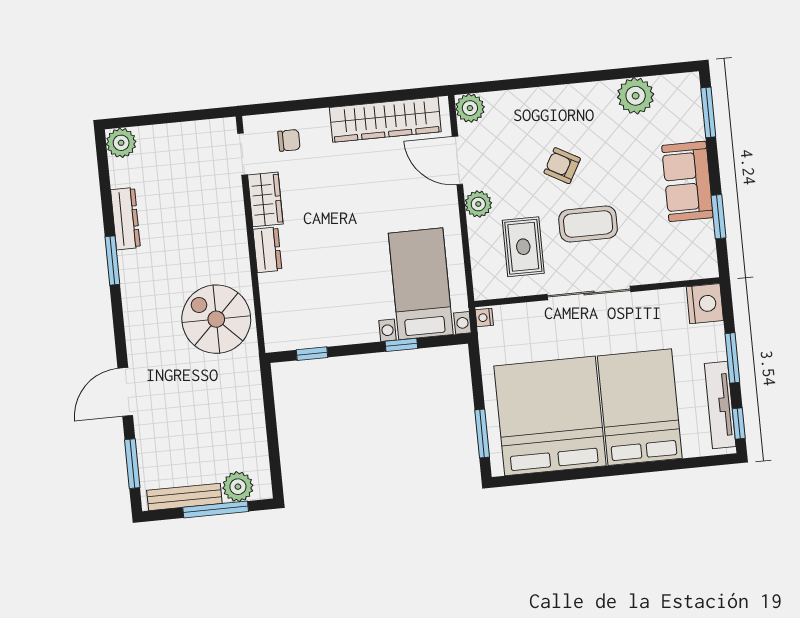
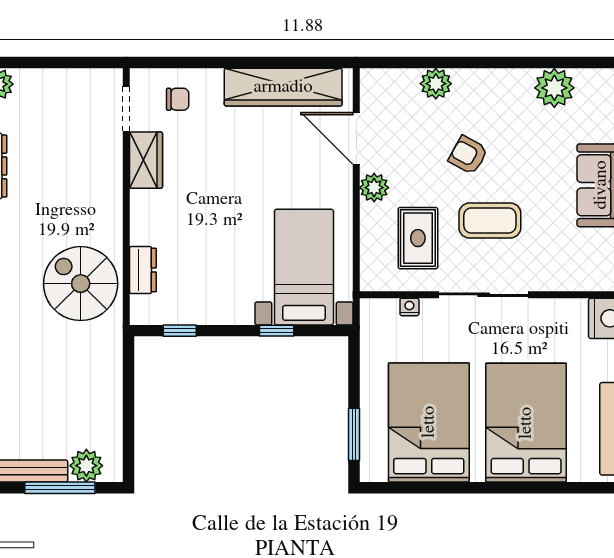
plant: (470, 108) -> (436, 84), moved
dresser: (267, 250) -> (143, 270), moved
nightstand: (484, 318) -> (409, 307), moved, turned 90
bed: (550, 416) -> (429, 422), width x0.73

